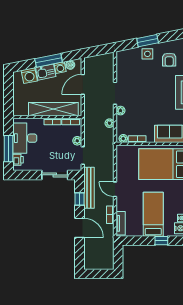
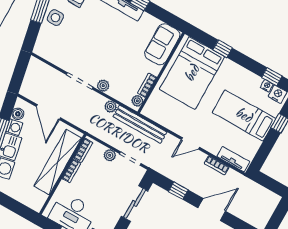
bench: (89, 188) -> (140, 124), moved

